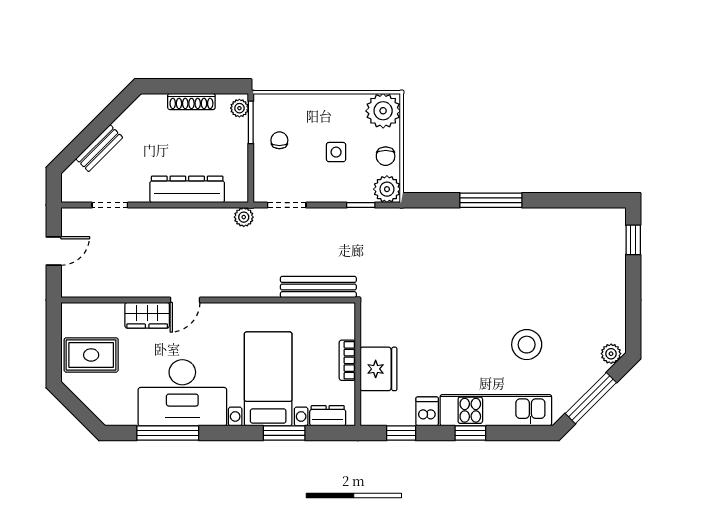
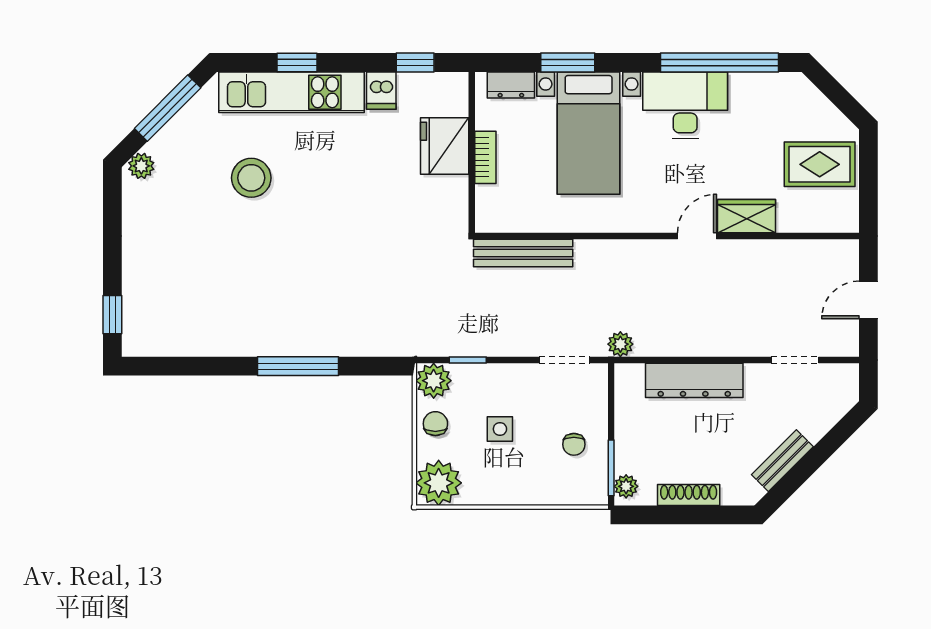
bench: (99, 148) -> (782, 461), moved
desk: (182, 393) -> (685, 105), width x0.73, depth x0.77
window: (168, 433) -> (720, 62), width x1.46
window: (470, 433) -> (297, 62), moved

